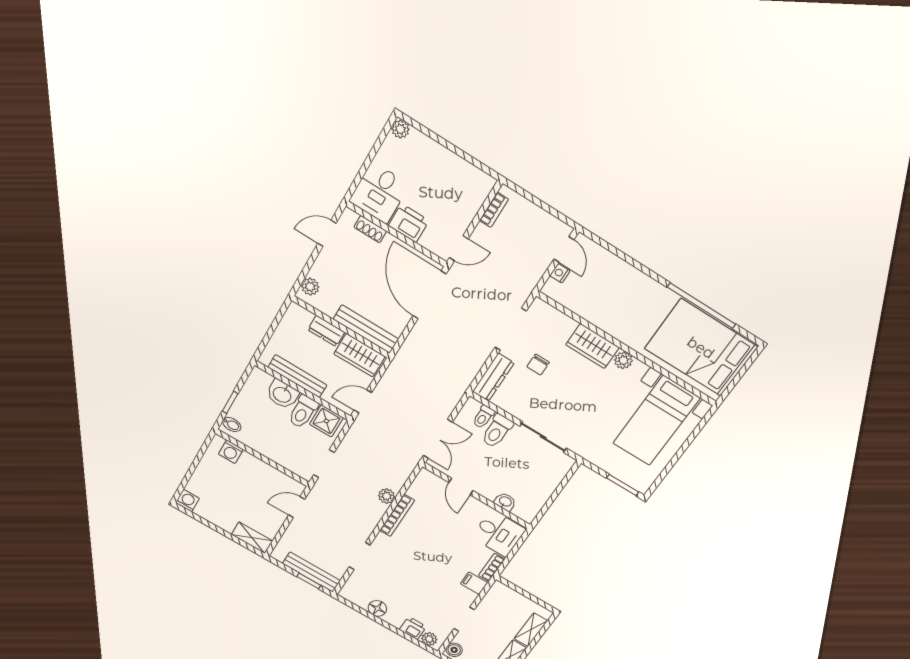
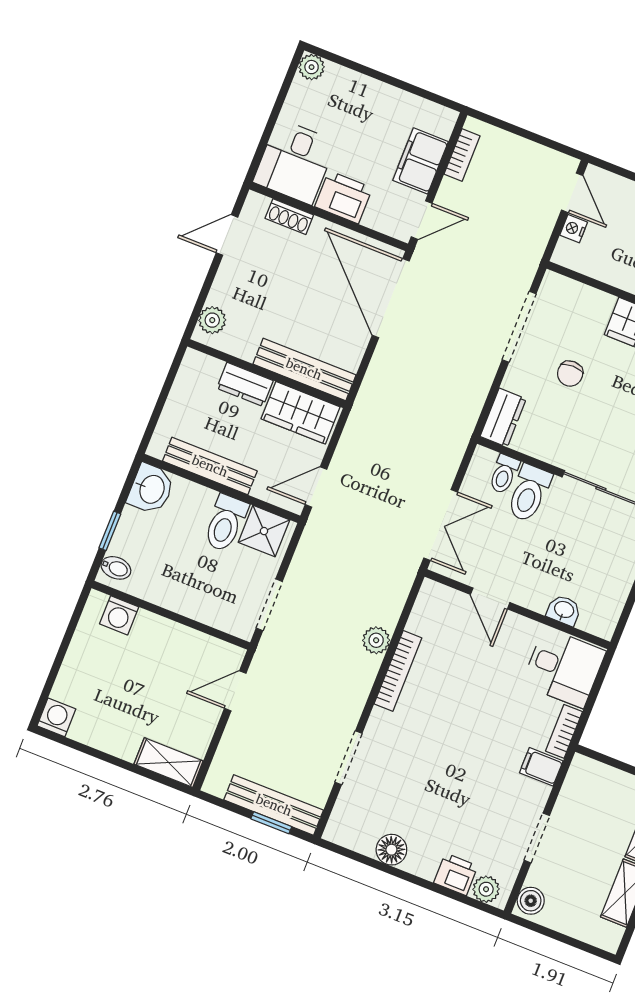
filing cabinet: (465, 208) -> (421, 161), added
dresser: (493, 377) -> (503, 418), width x0.70
washbasin: (282, 394) -> (151, 489), moved, turned -90

